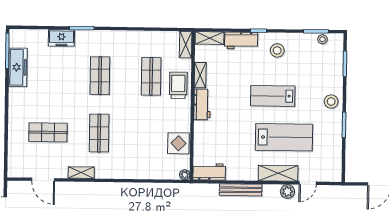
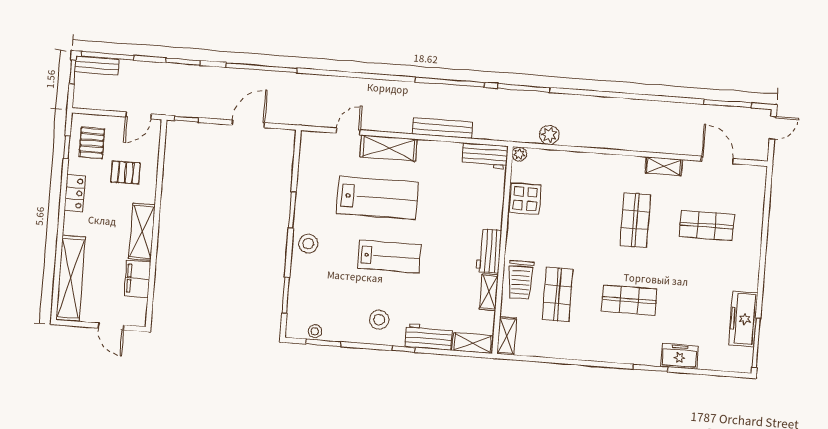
shop shelf: (100, 76) -> (629, 300), turned 90
lab bench: (284, 137) -> (377, 198), turned 180
plant: (287, 192) -> (549, 135), moved

